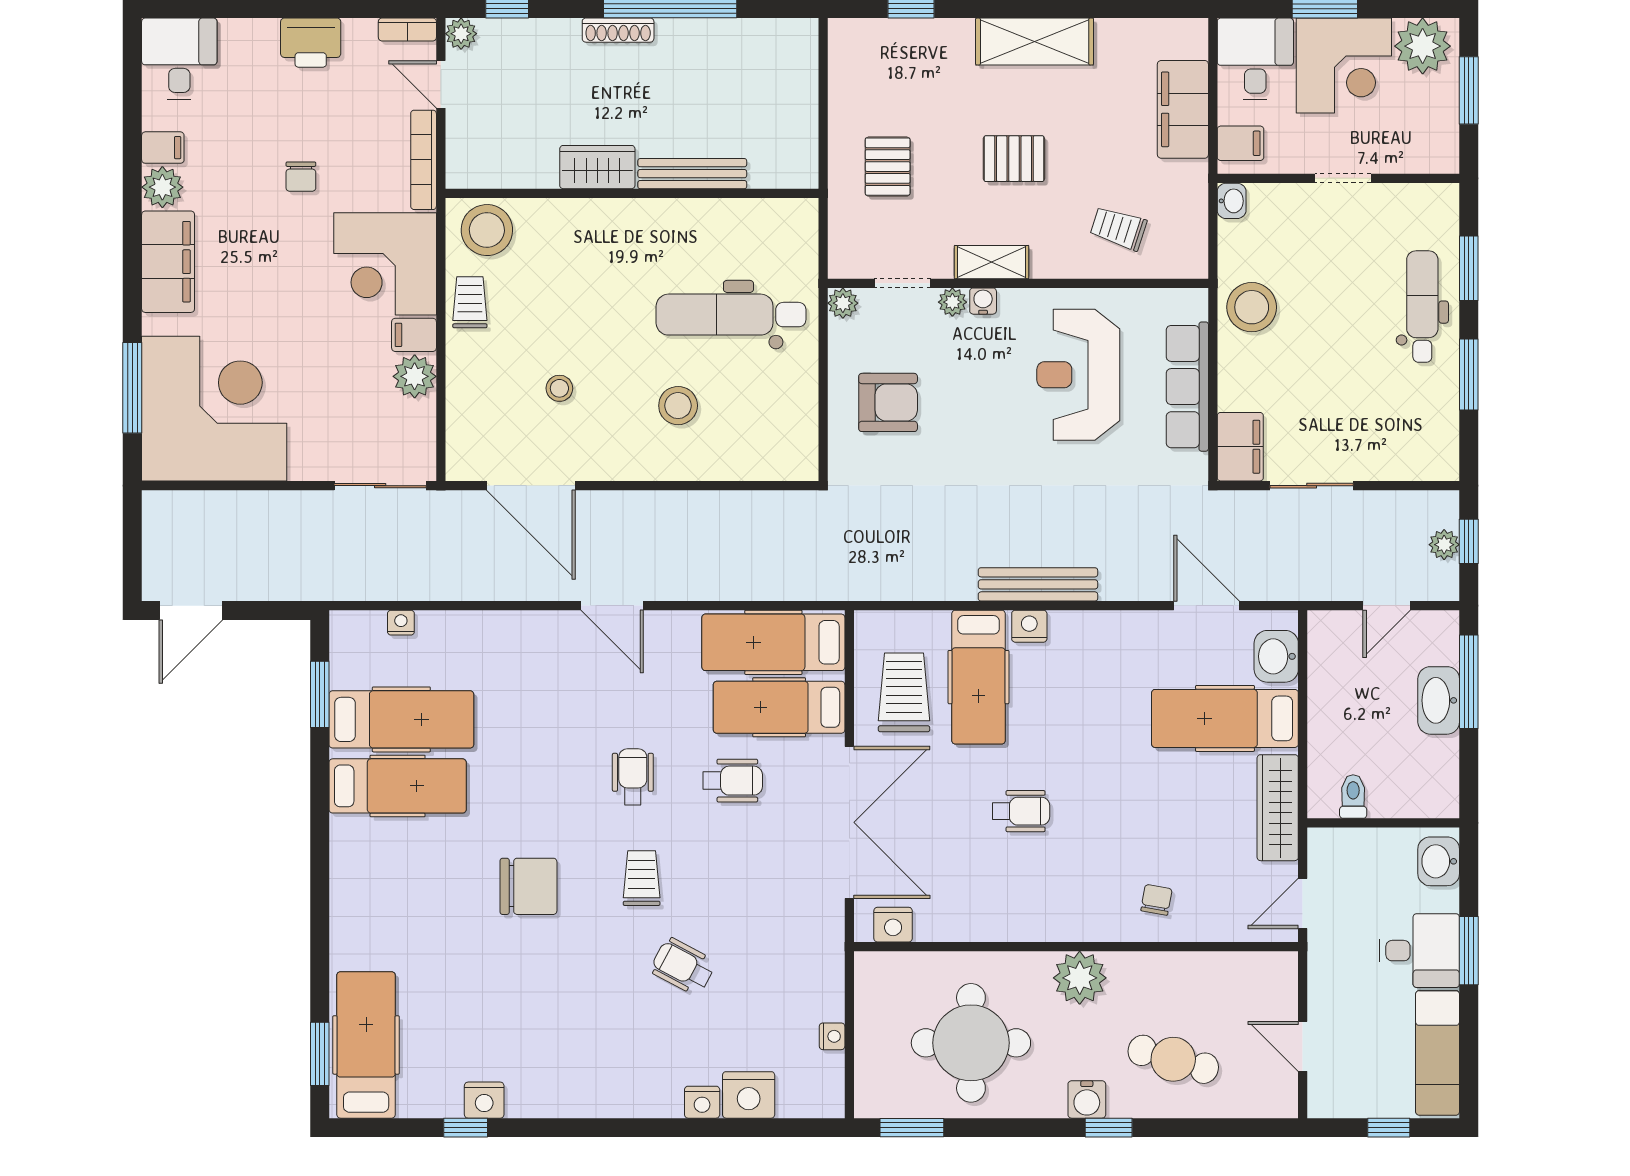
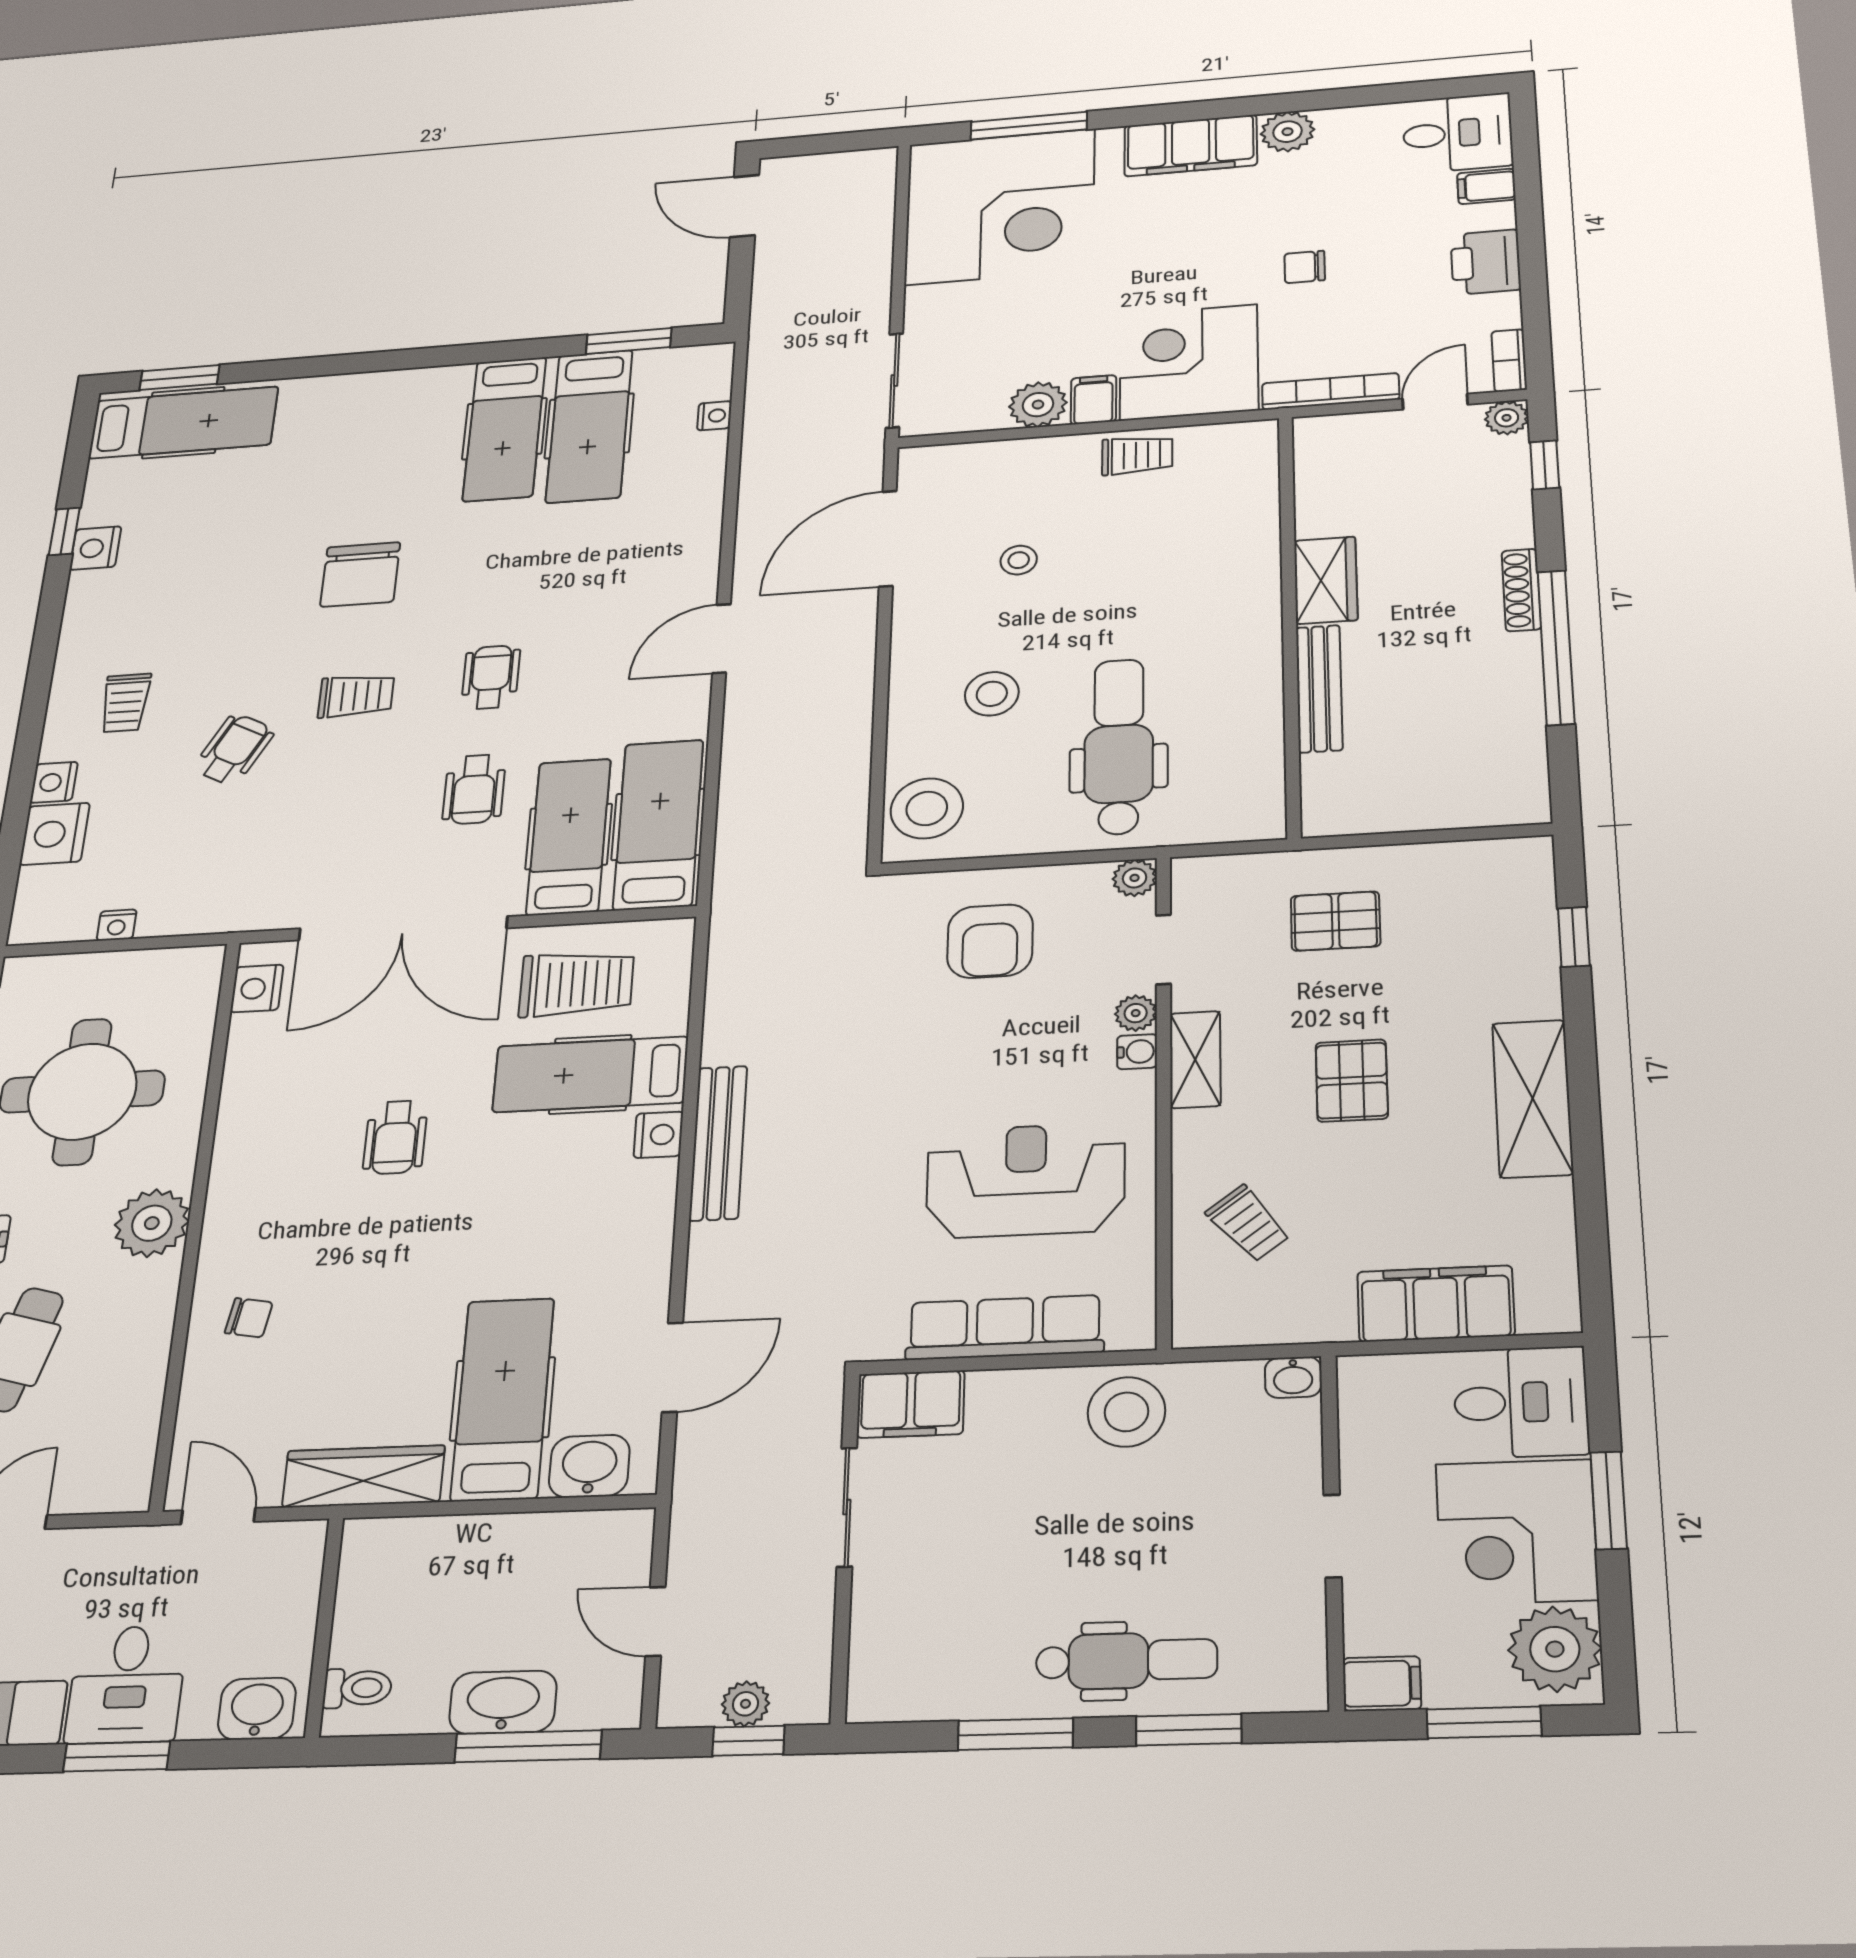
filing cabinet: (1240, 143) -> (1382, 1684), moved, turned -90
filing cabinet: (163, 148) -> (1486, 186), moved, turned 90
trolley: (1118, 228) -> (1248, 1224), turned 124
stool: (487, 230) -> (927, 808), moved
wheelchair: (633, 777) -> (491, 677), turned -90
toilet: (1353, 796) -> (357, 1688), moved
trolley: (634, 1056) -> (125, 703), added

